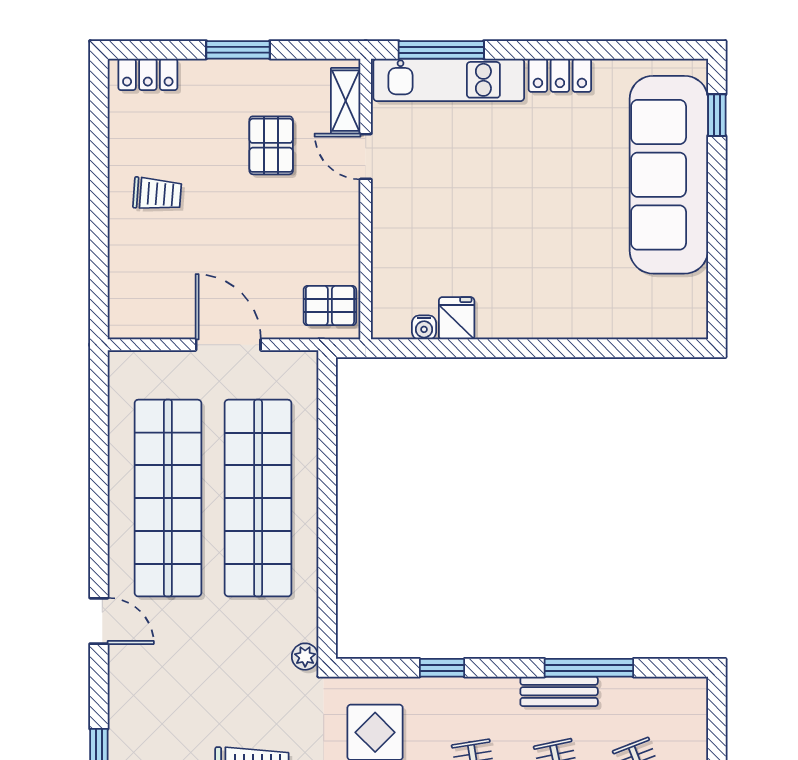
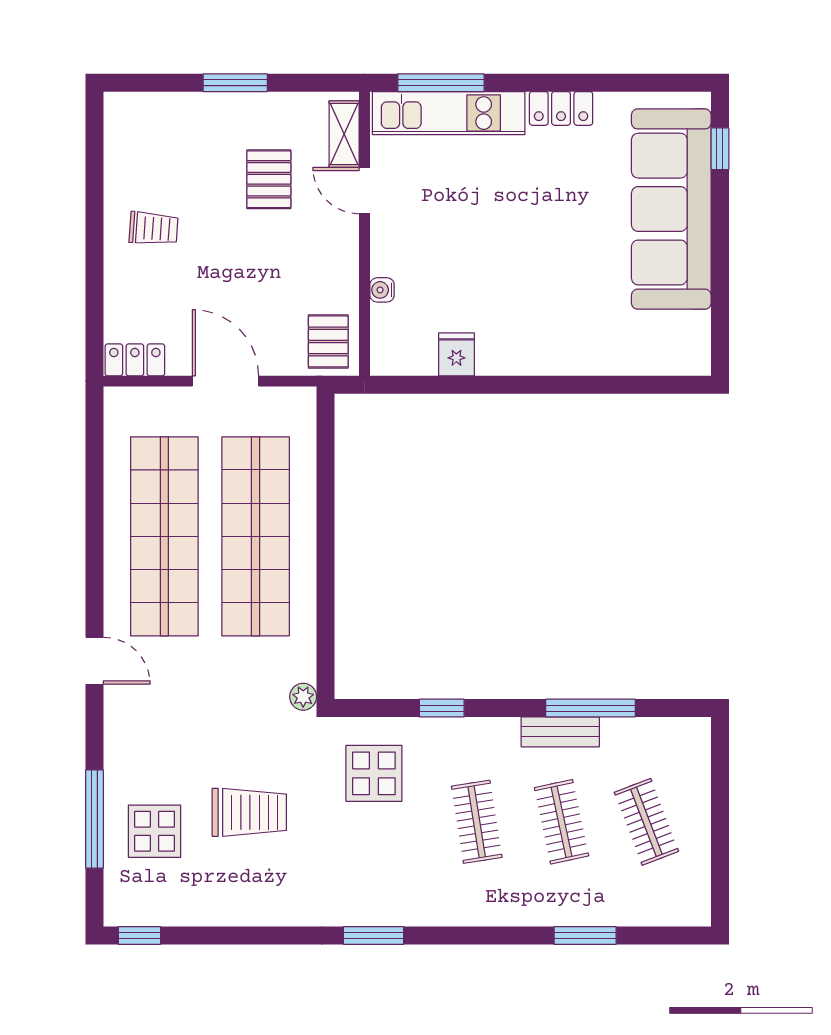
locker: (148, 74) -> (135, 360), moved, turned 180
pallet: (330, 306) -> (328, 341), turned 90
water cooler: (424, 327) -> (382, 290), moved, turned 90

